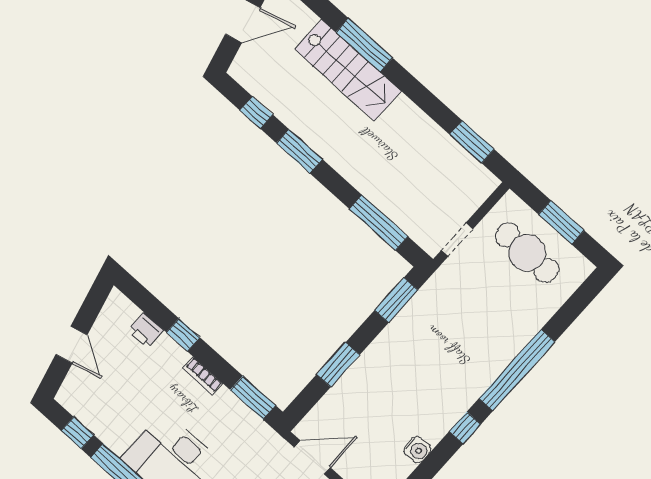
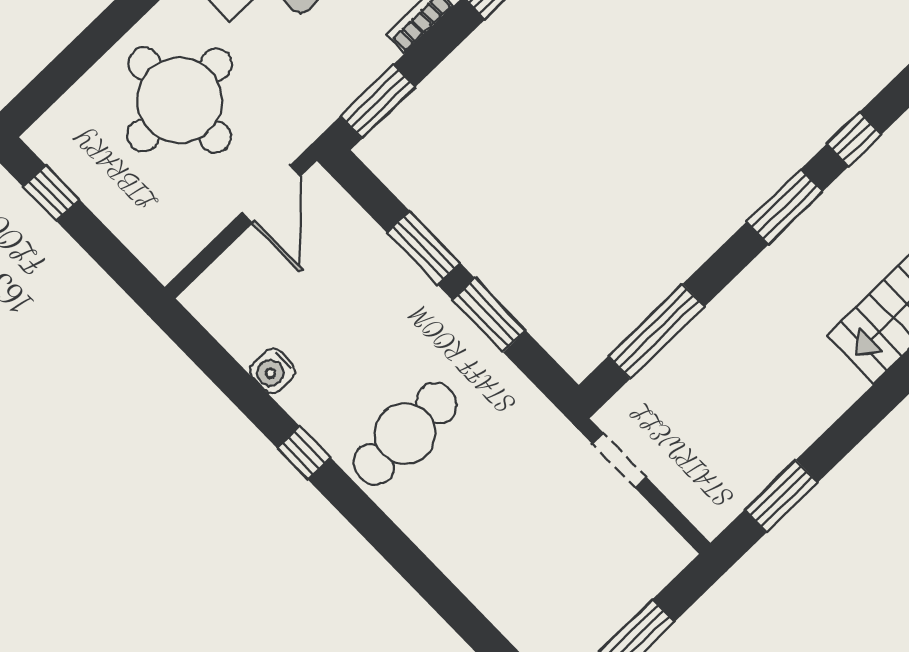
cafe table: (527, 253) -> (405, 434), moved
window: (396, 300) -> (489, 315), moved
window: (517, 370) -> (394, 546), removed

